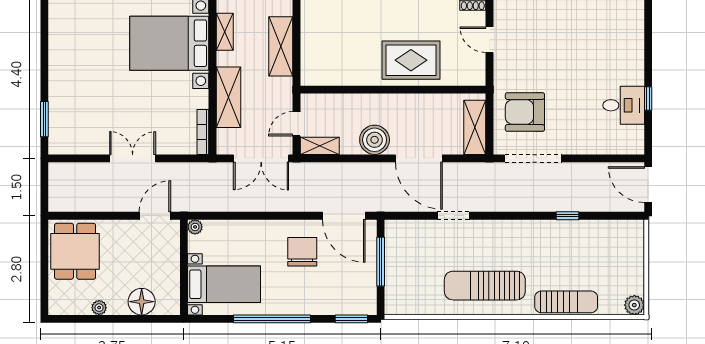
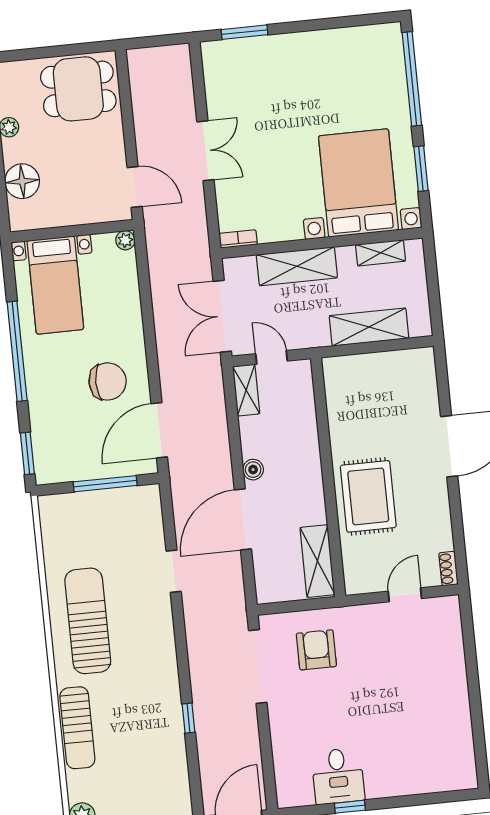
armchair: (525, 112) -> (316, 650), width x0.73, depth x0.73
shelving: (475, 127) -> (317, 561), moved, turned 90
bookcase: (203, 132) -> (238, 239), width x0.64
boiler: (375, 140) -> (253, 470), width x0.54, depth x0.54

